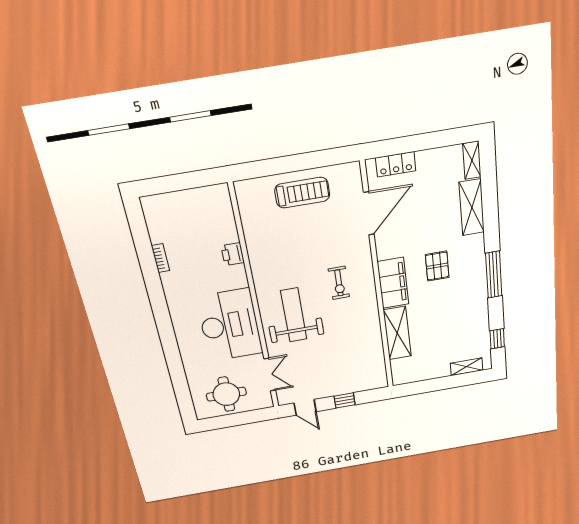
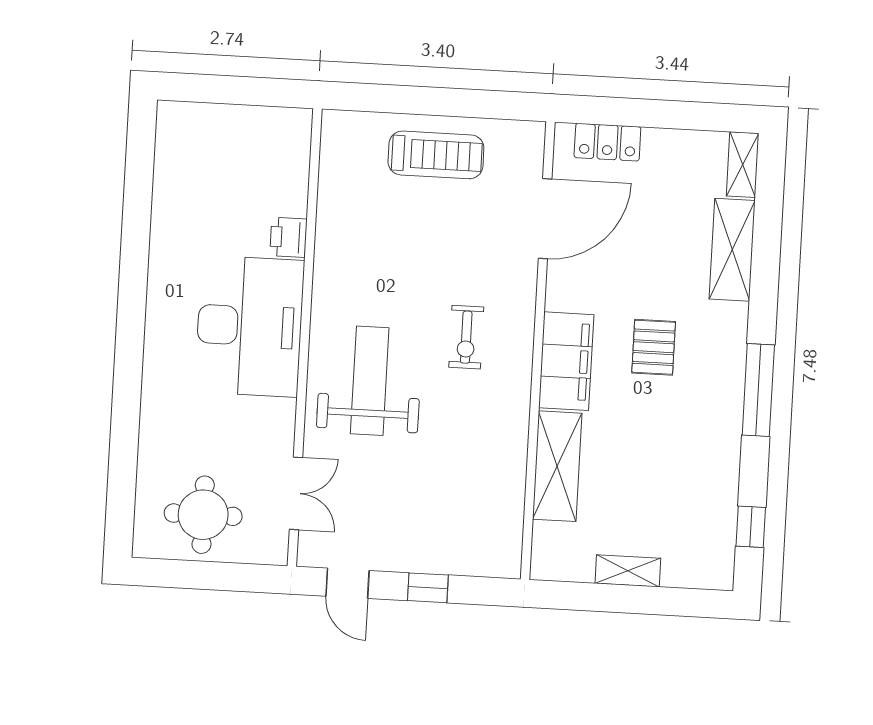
bookcase: (160, 258) -> (161, 215), removed
desk: (229, 325) -> (250, 326), moved
shelving: (467, 367) -> (628, 571), moved

